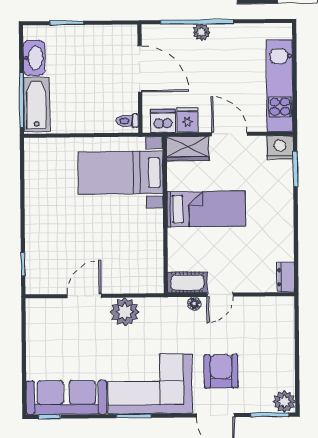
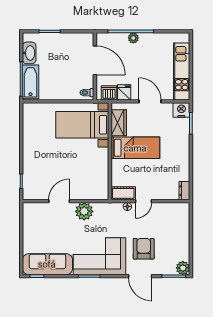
wardrobe: (188, 149) -> (119, 123), moved, turned -90

